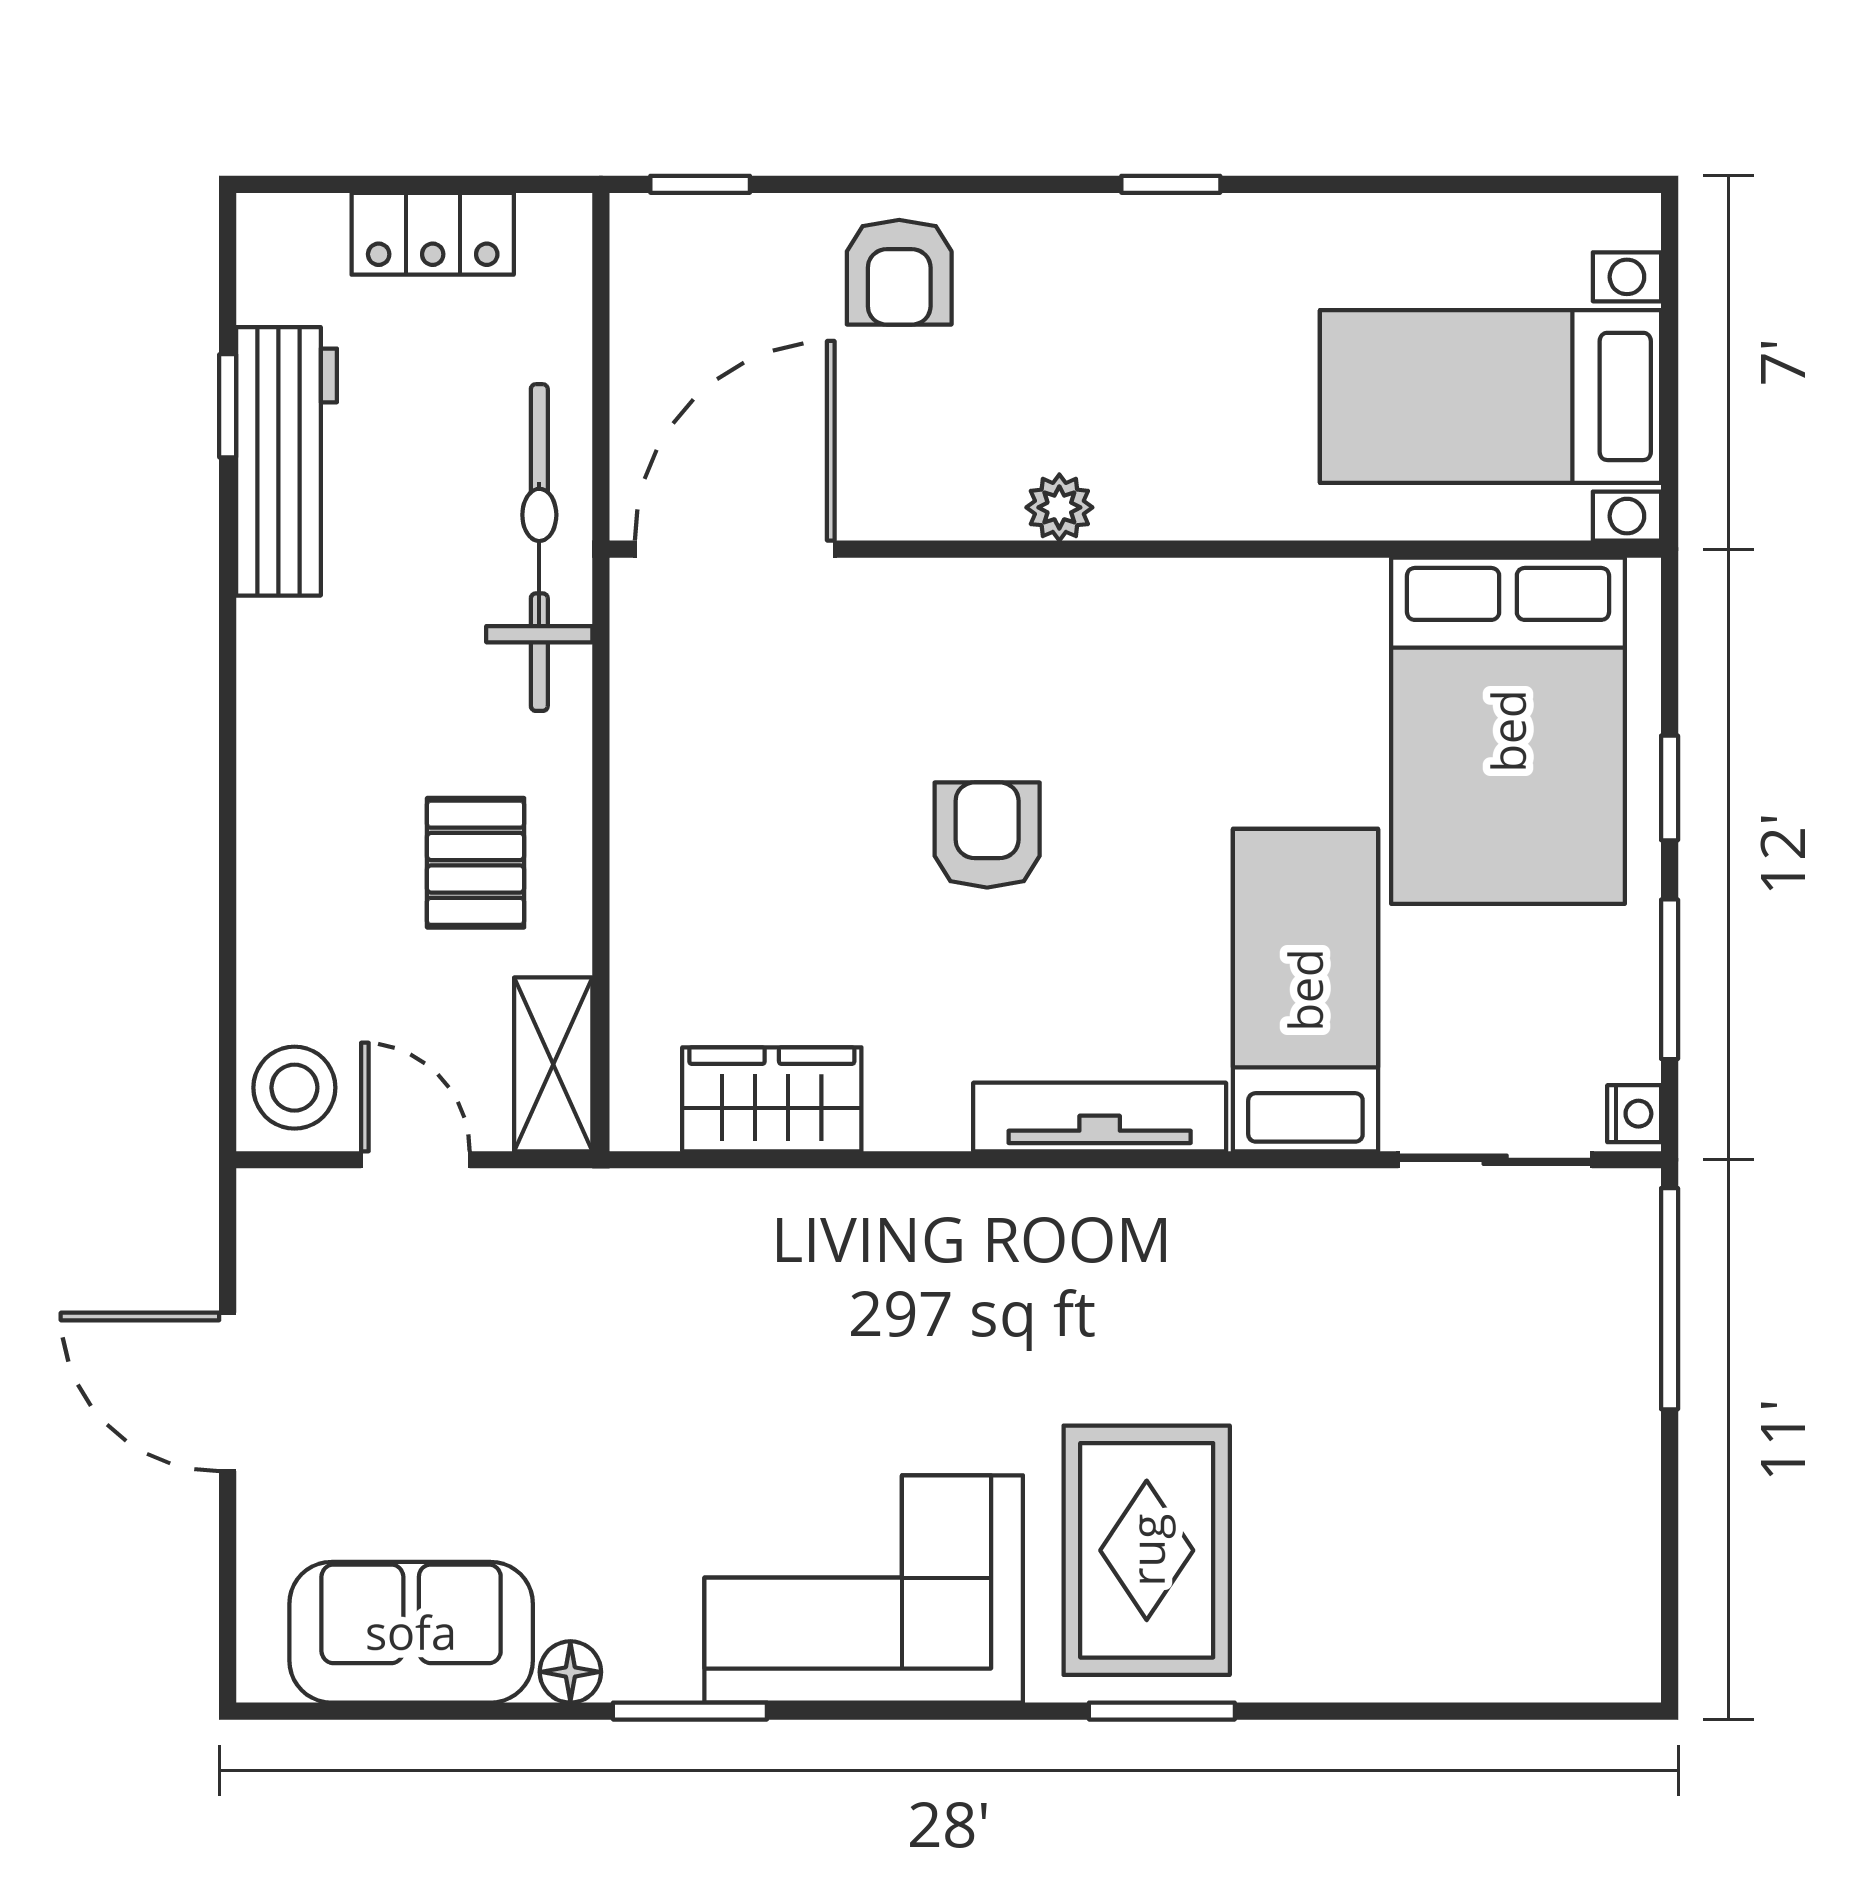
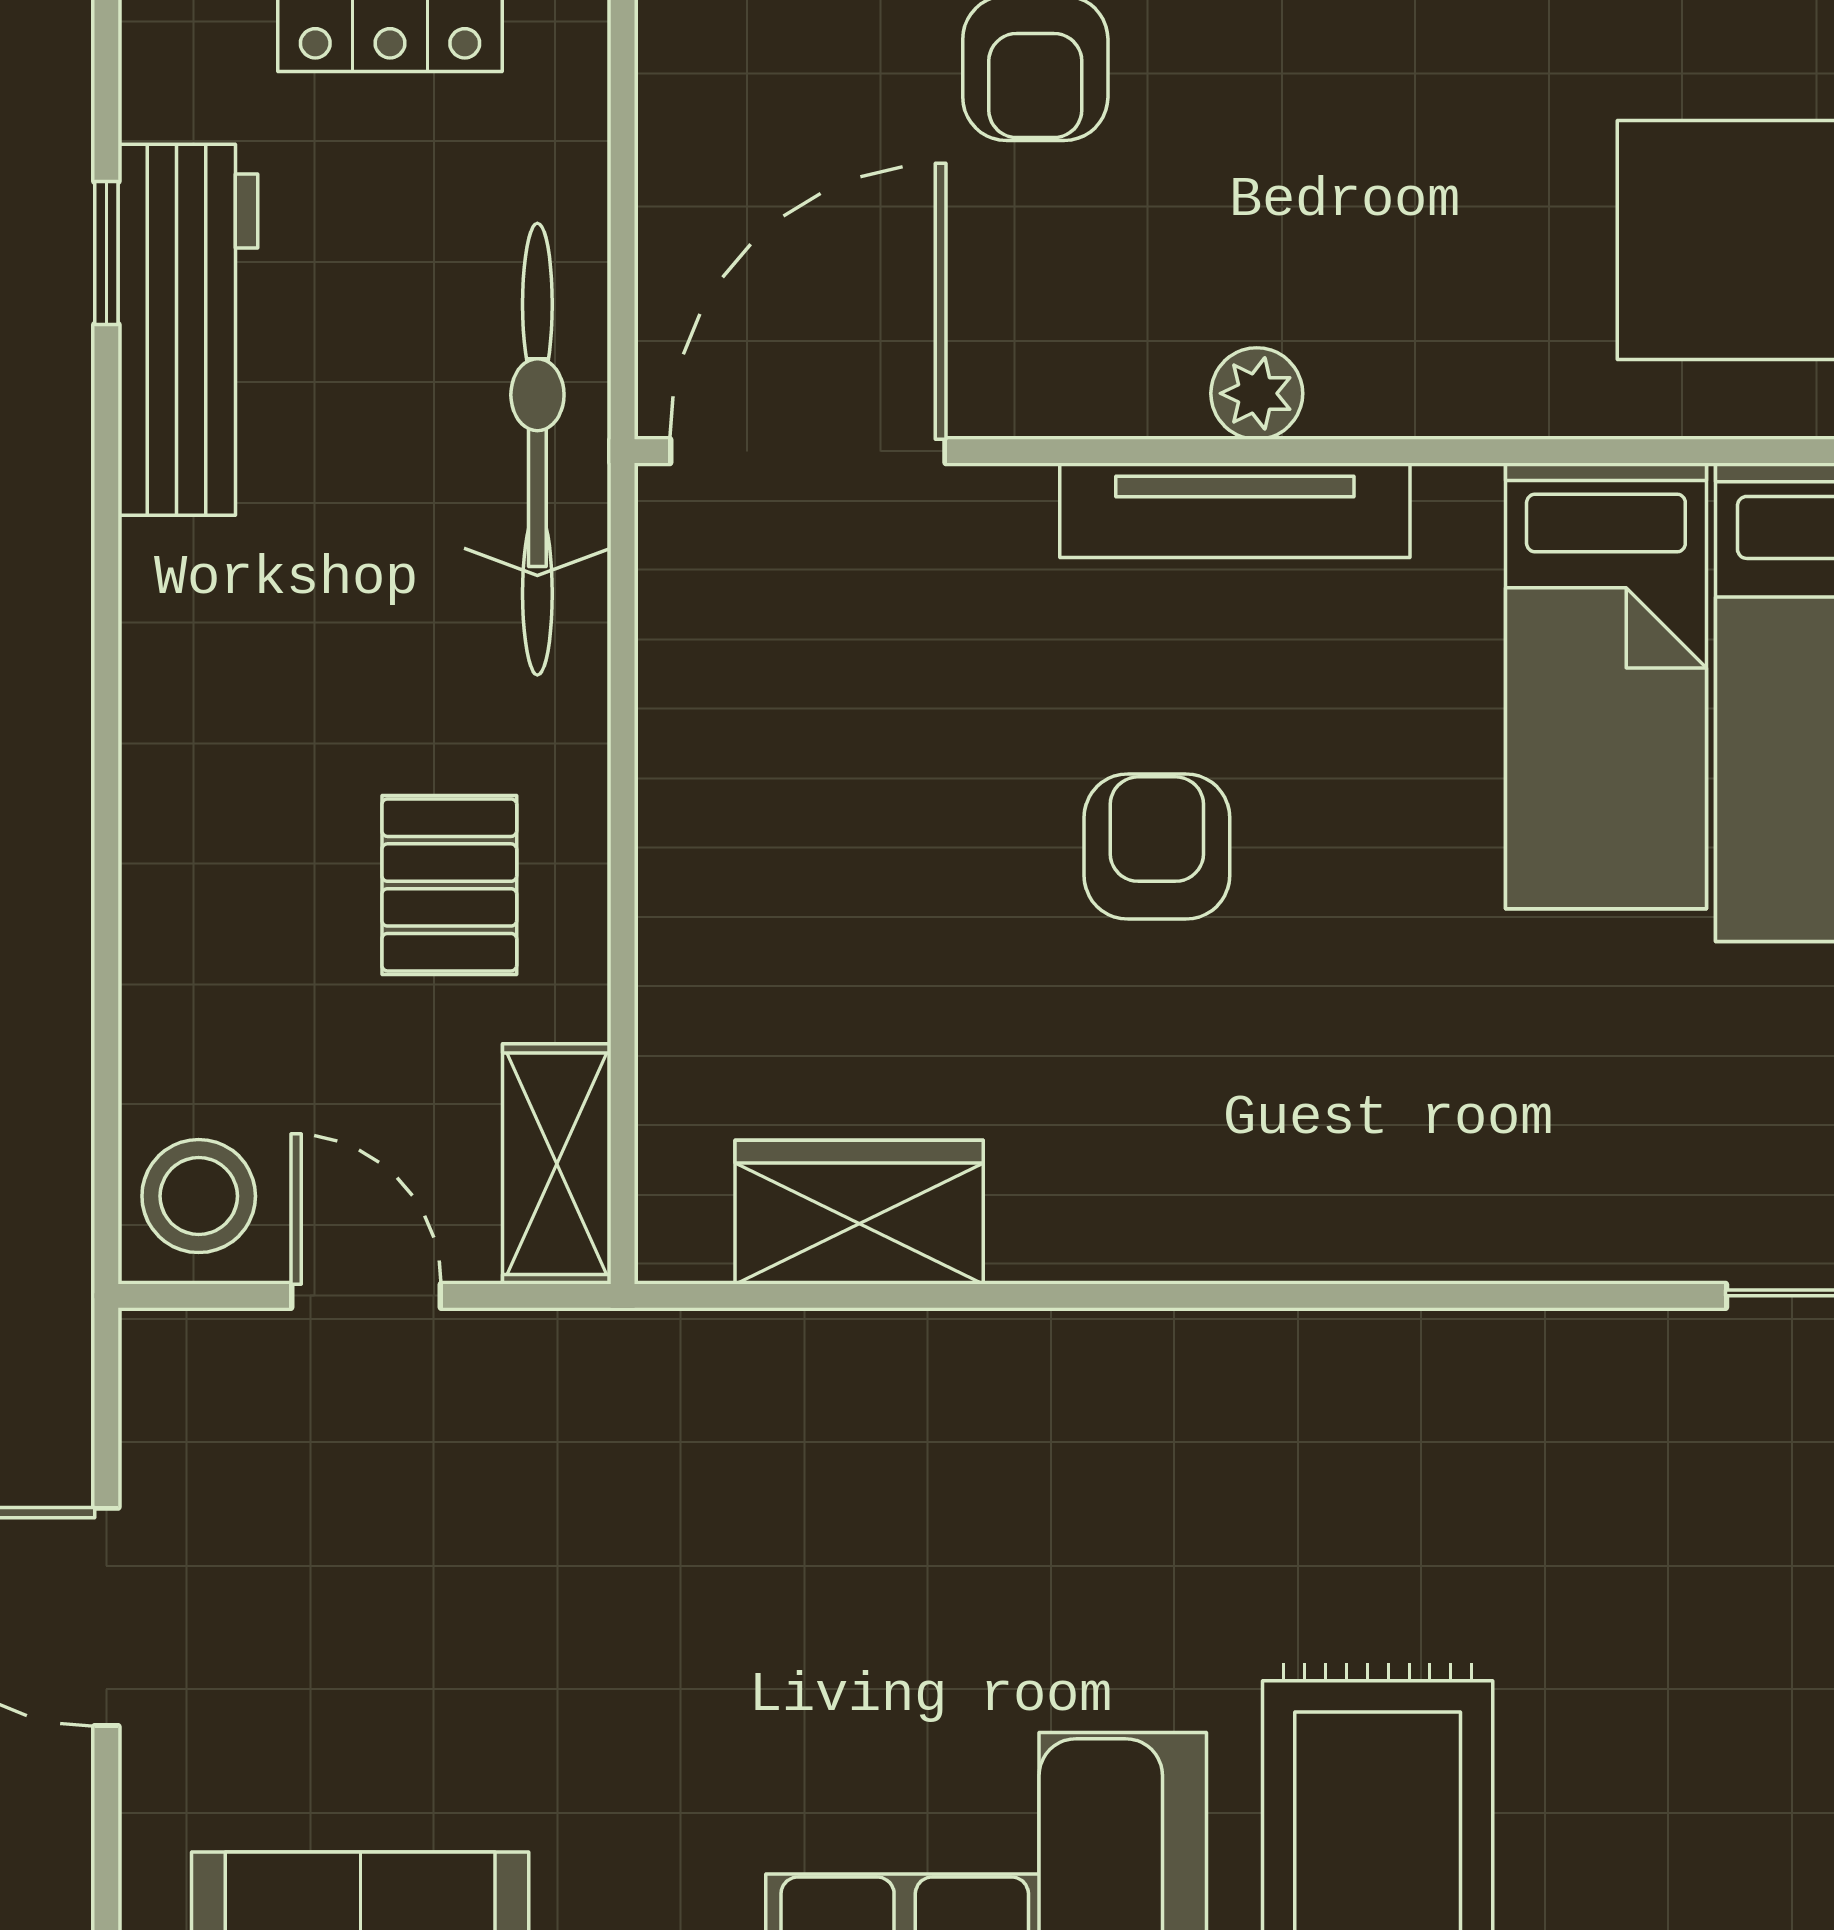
bed: (1305, 990) -> (1606, 686), moved, turned 180
tv unit: (1100, 1117) -> (1235, 510), moved, turned 180

